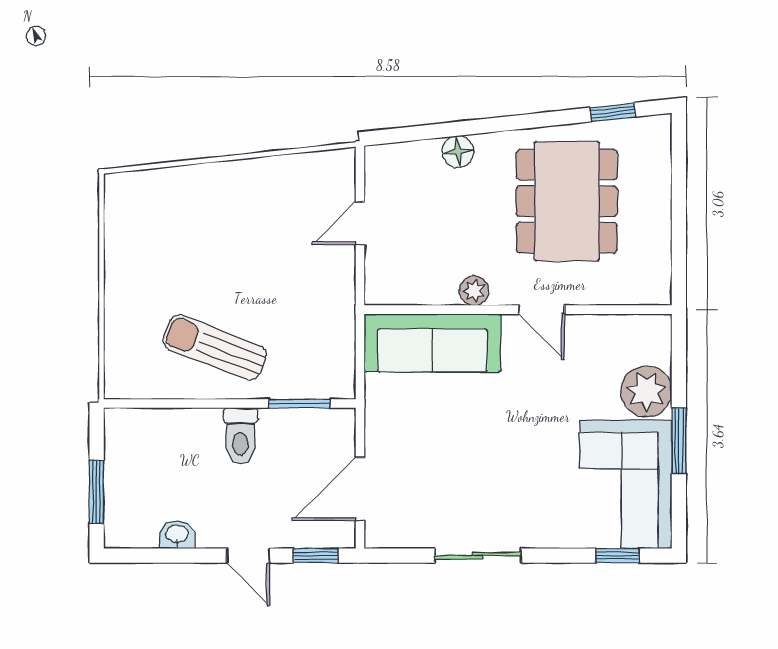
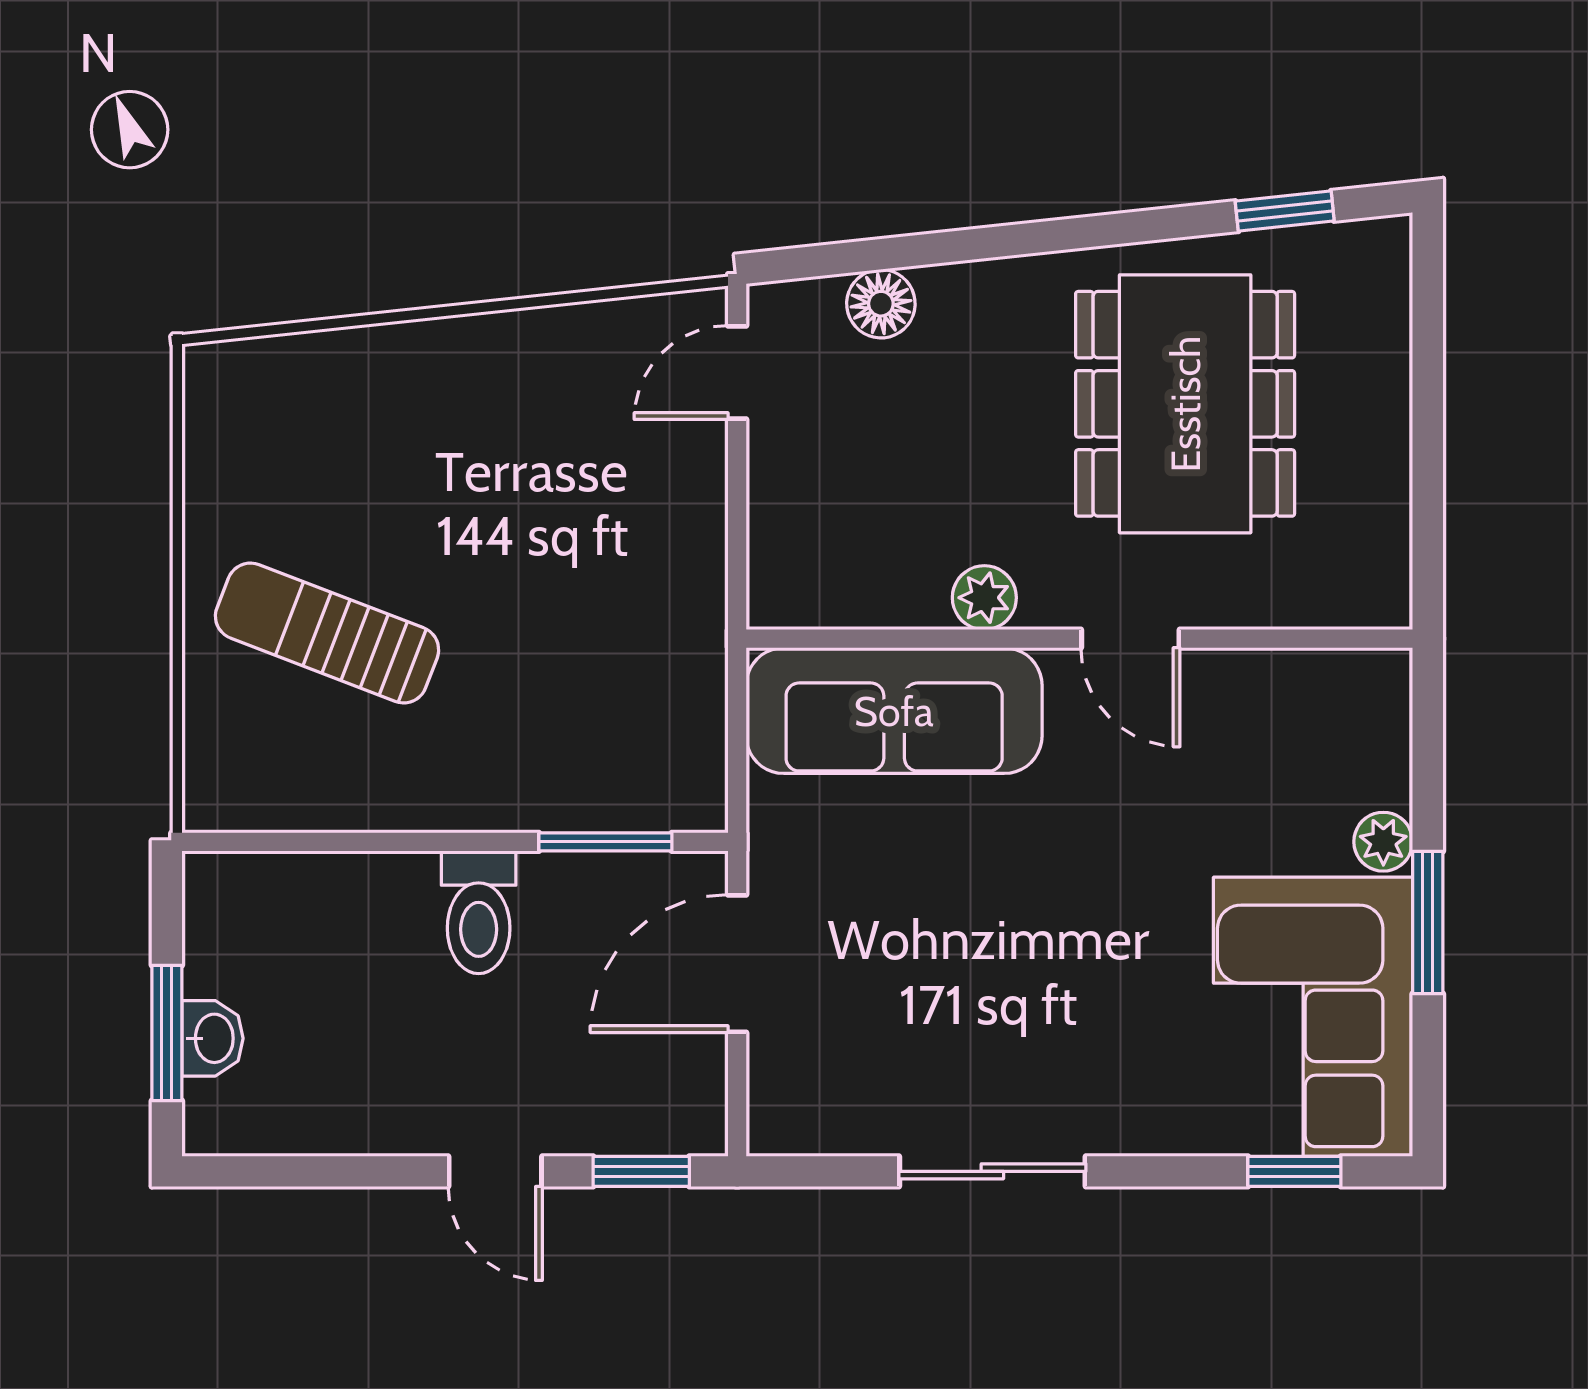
floor lamp: (458, 152) -> (881, 304), moved
door: (360, 223) -> (737, 373), moved
sun lounger: (215, 347) -> (327, 633), moved
plant: (646, 392) -> (1383, 842), width x0.53, depth x0.53
door: (360, 489) -> (737, 964), moved
washbasin: (177, 535) -> (212, 1038), moved, turned 90

